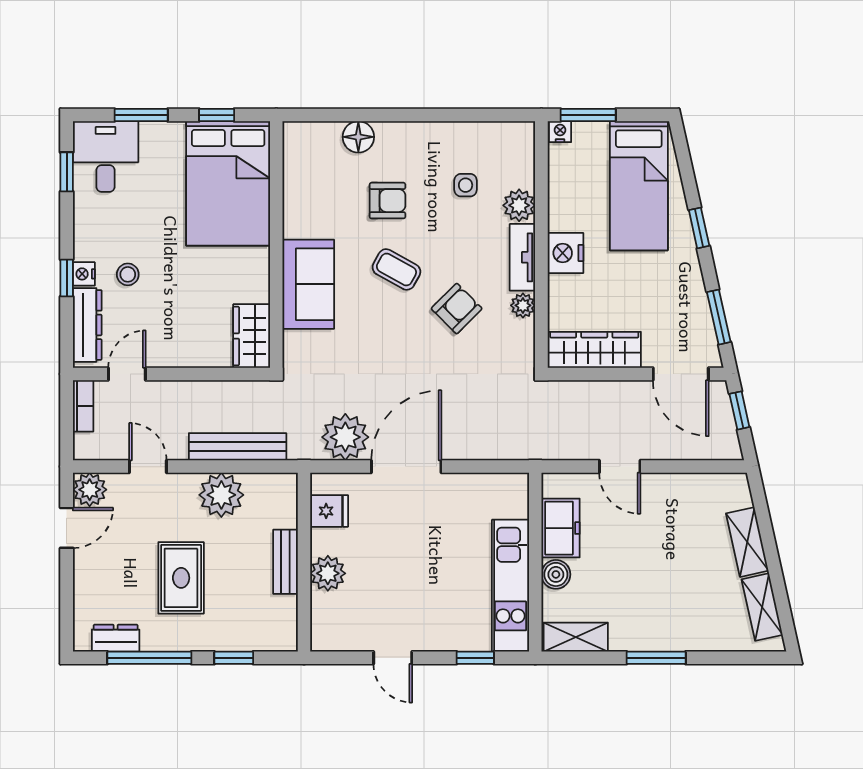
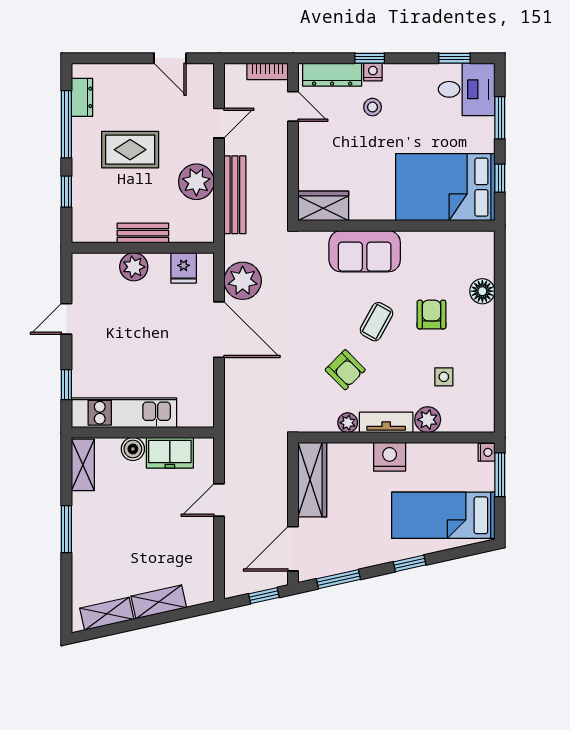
armchair: (387, 201) -> (431, 315), turned 180
plant: (90, 490) -> (201, 77), removed

